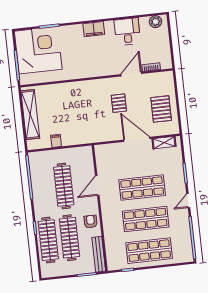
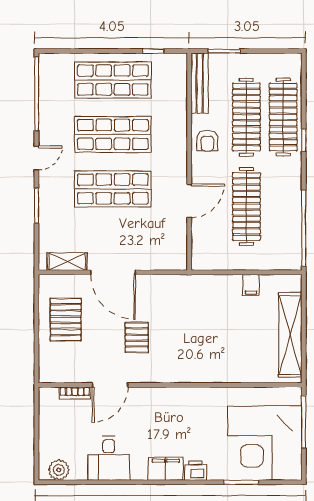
printer: (76, 30) -> (195, 471), added

